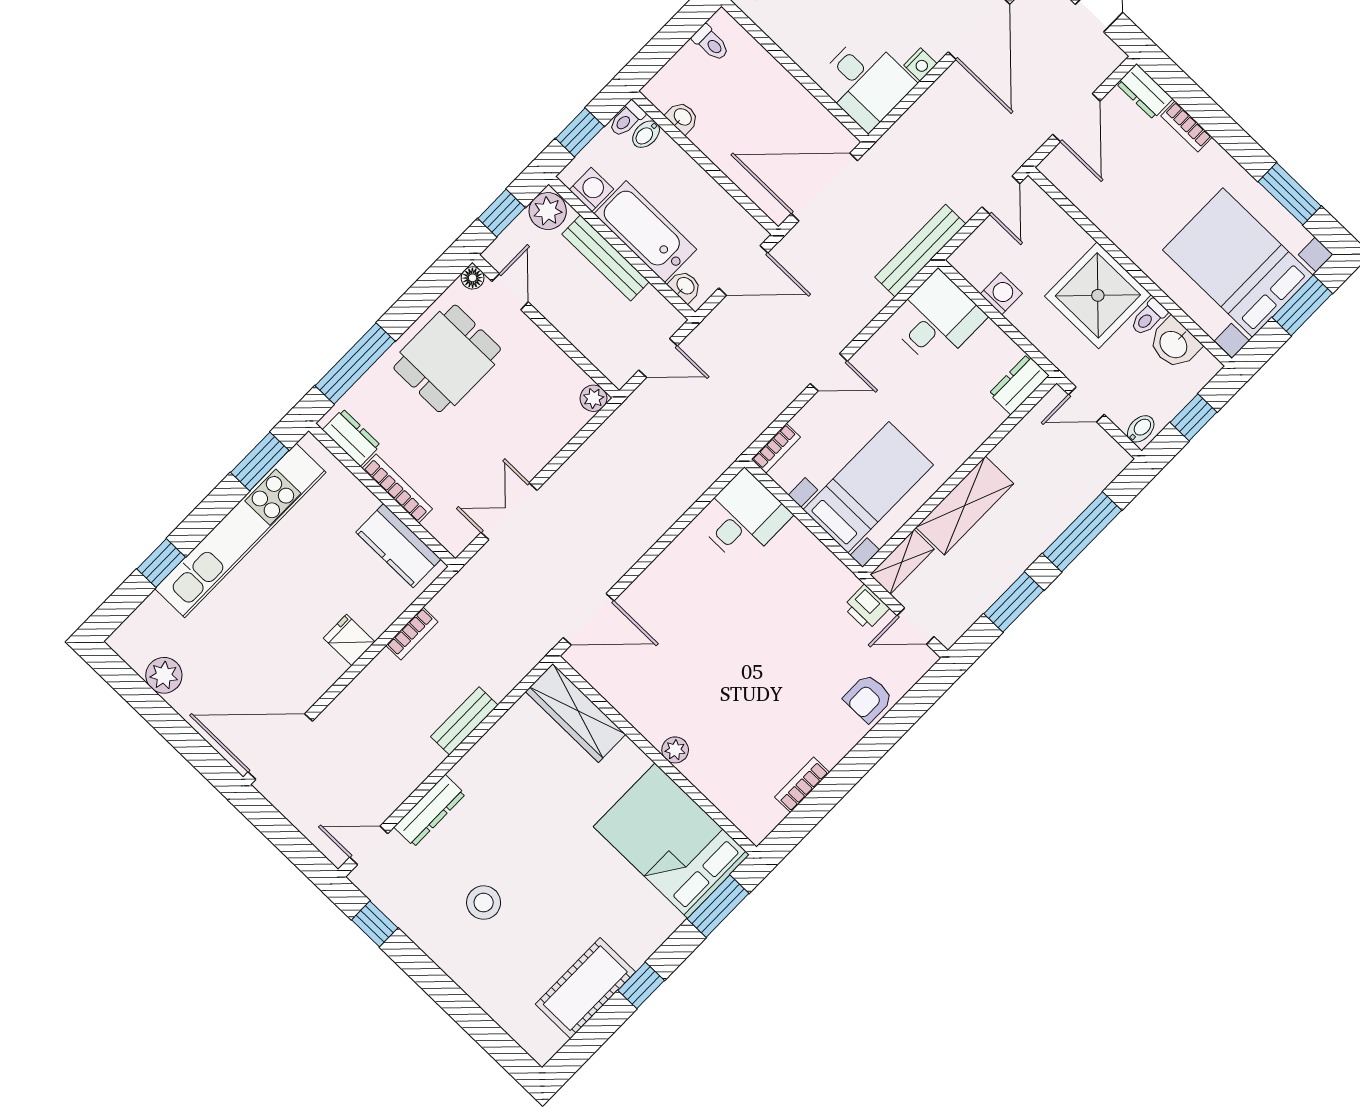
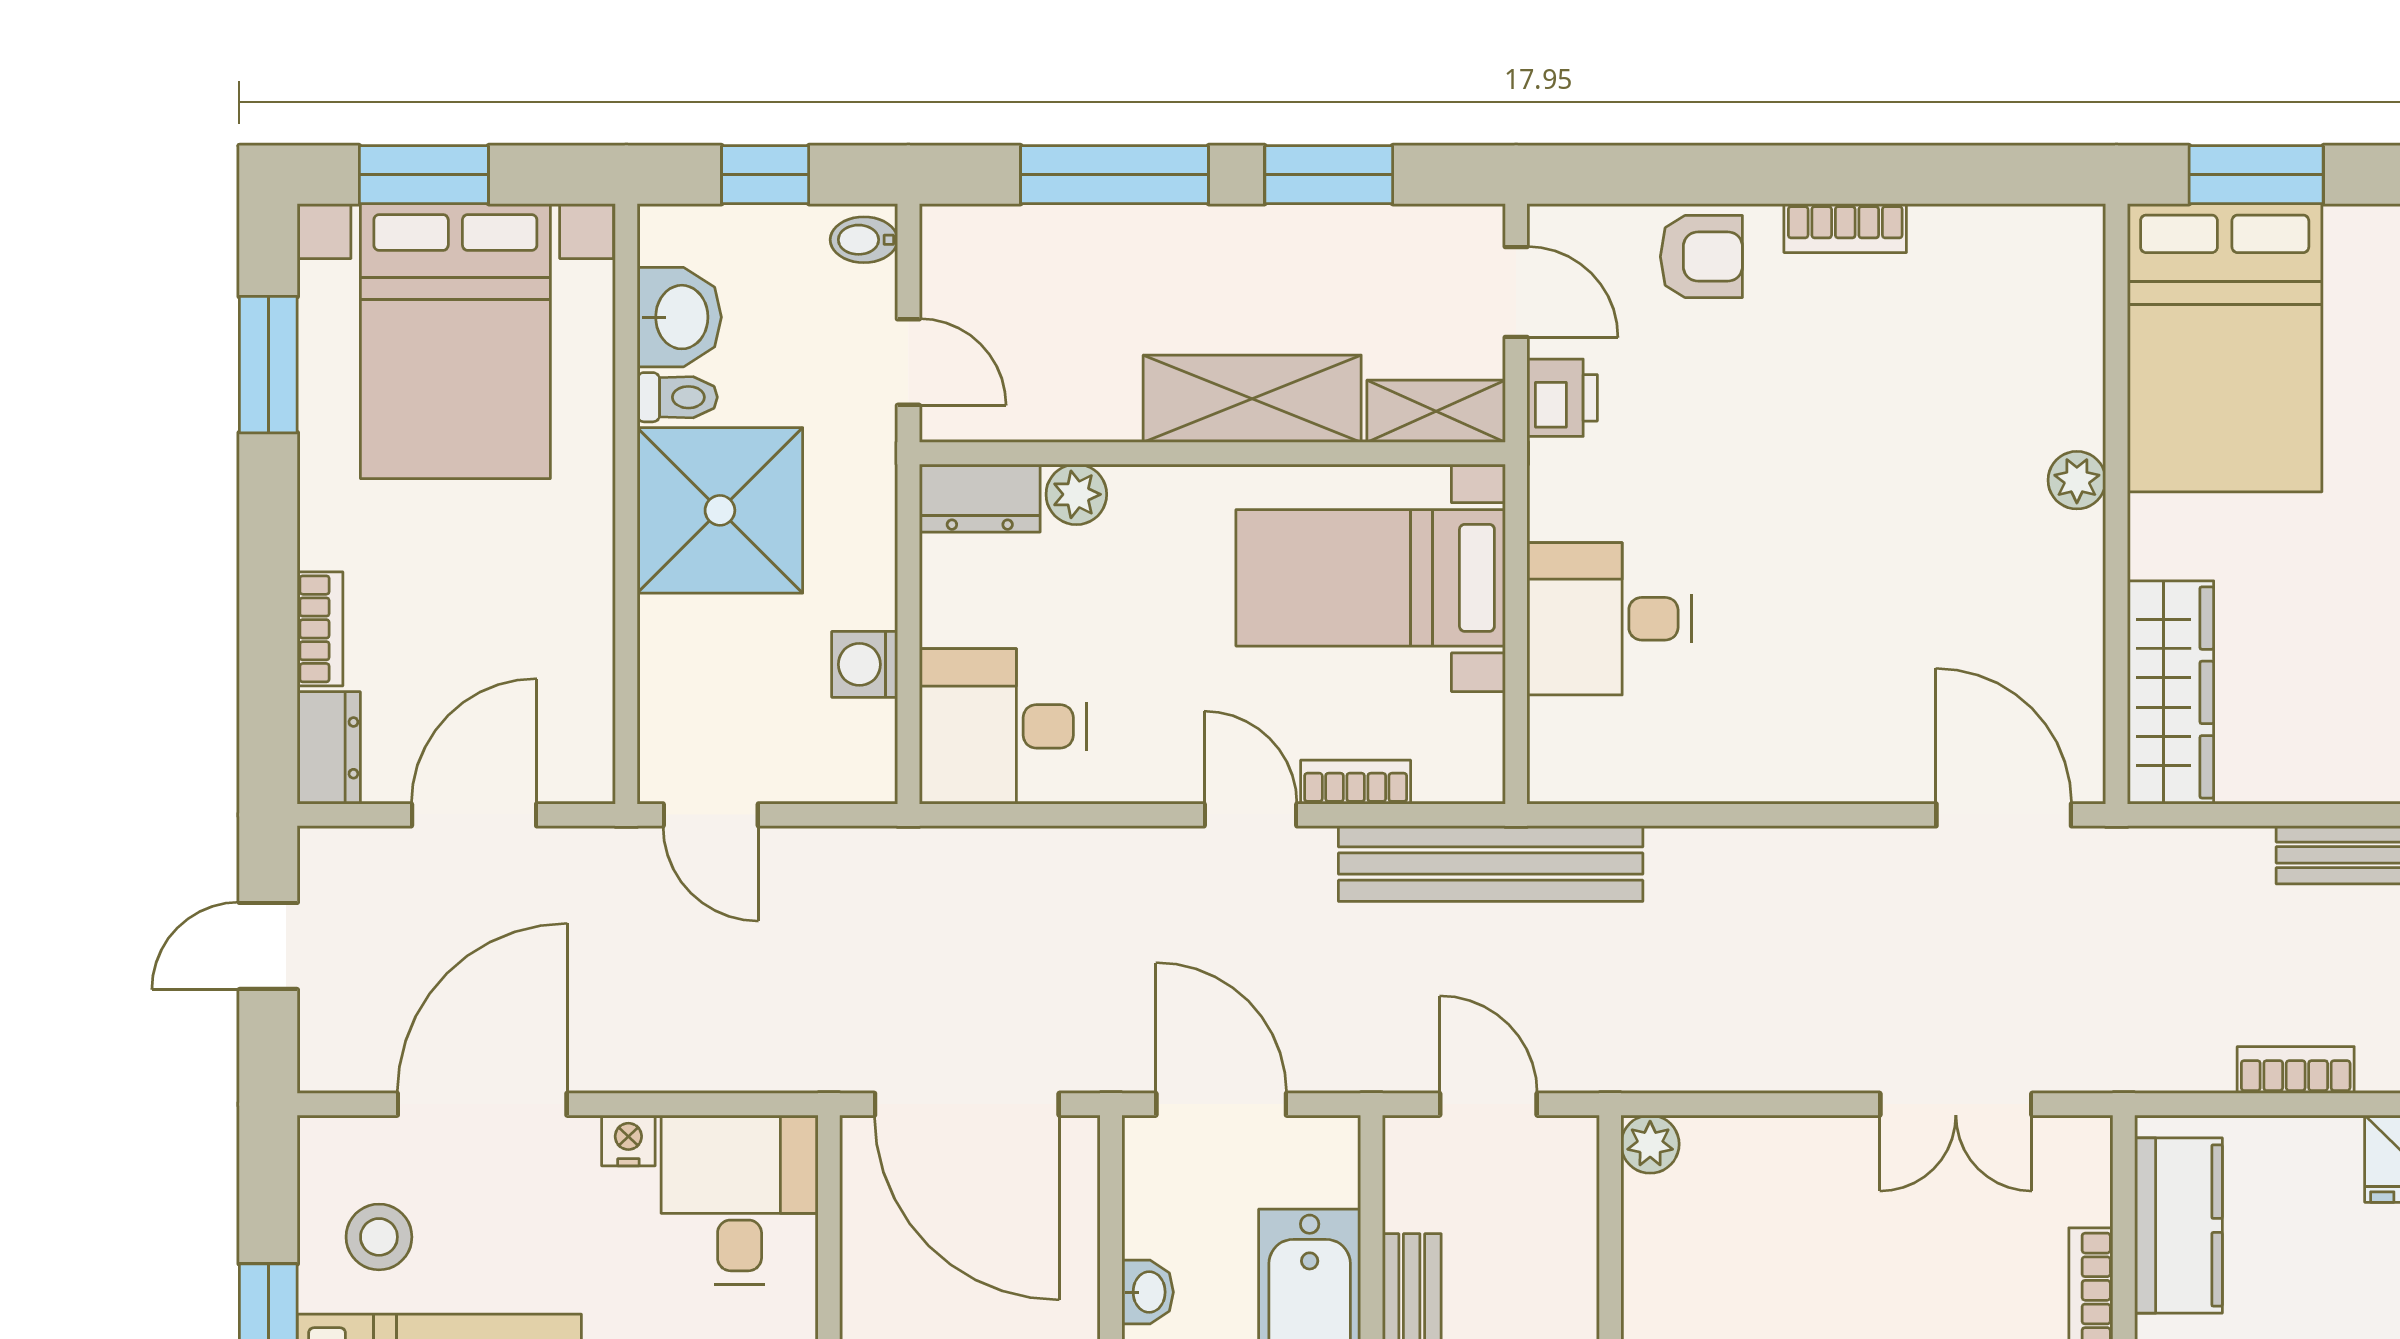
door: (1001, 195) -> (711, 815), swing flipped
bench: (920, 251) -> (1491, 864), moved, width x1.37, depth x1.21
washbasin: (685, 286) -> (1148, 1292), moved, turned 180
plant: (989, 417) -> (1076, 494), added
bookcase: (776, 448) -> (1356, 782), moved
desk: (743, 518) -> (1609, 619), moved
bookcase: (802, 785) -> (1845, 228), moved

